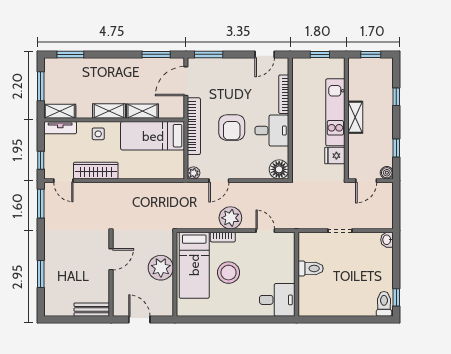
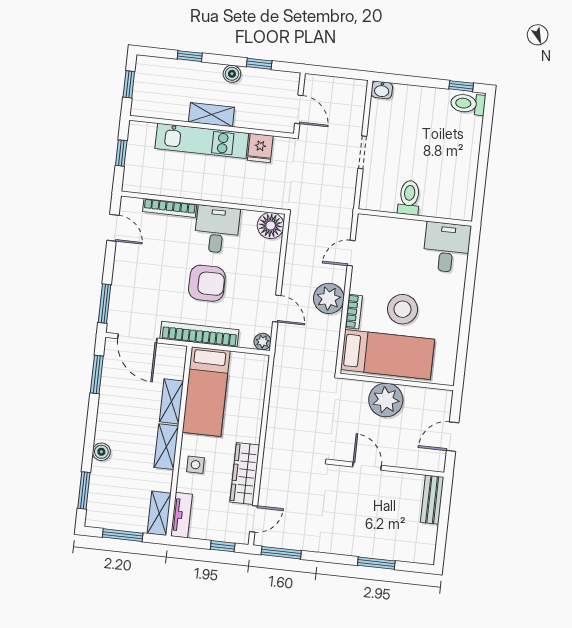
boiler: (100, 64) -> (101, 452), added
boiler: (387, 173) -> (232, 74), moved

